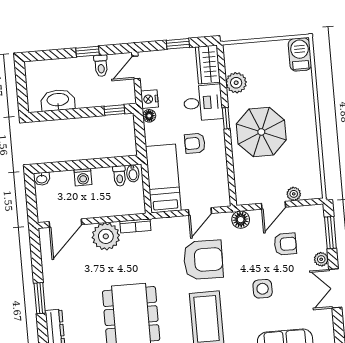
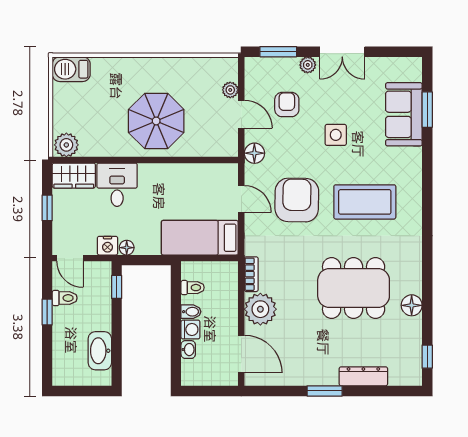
plant: (236, 83) -> (66, 145), moved
window: (226, 118) -> (137, 160), removed
armchair: (195, 143) -> (163, 198), removed
bidet: (133, 173) -> (191, 312), moved
washbasin: (42, 179) -> (188, 350), moved

